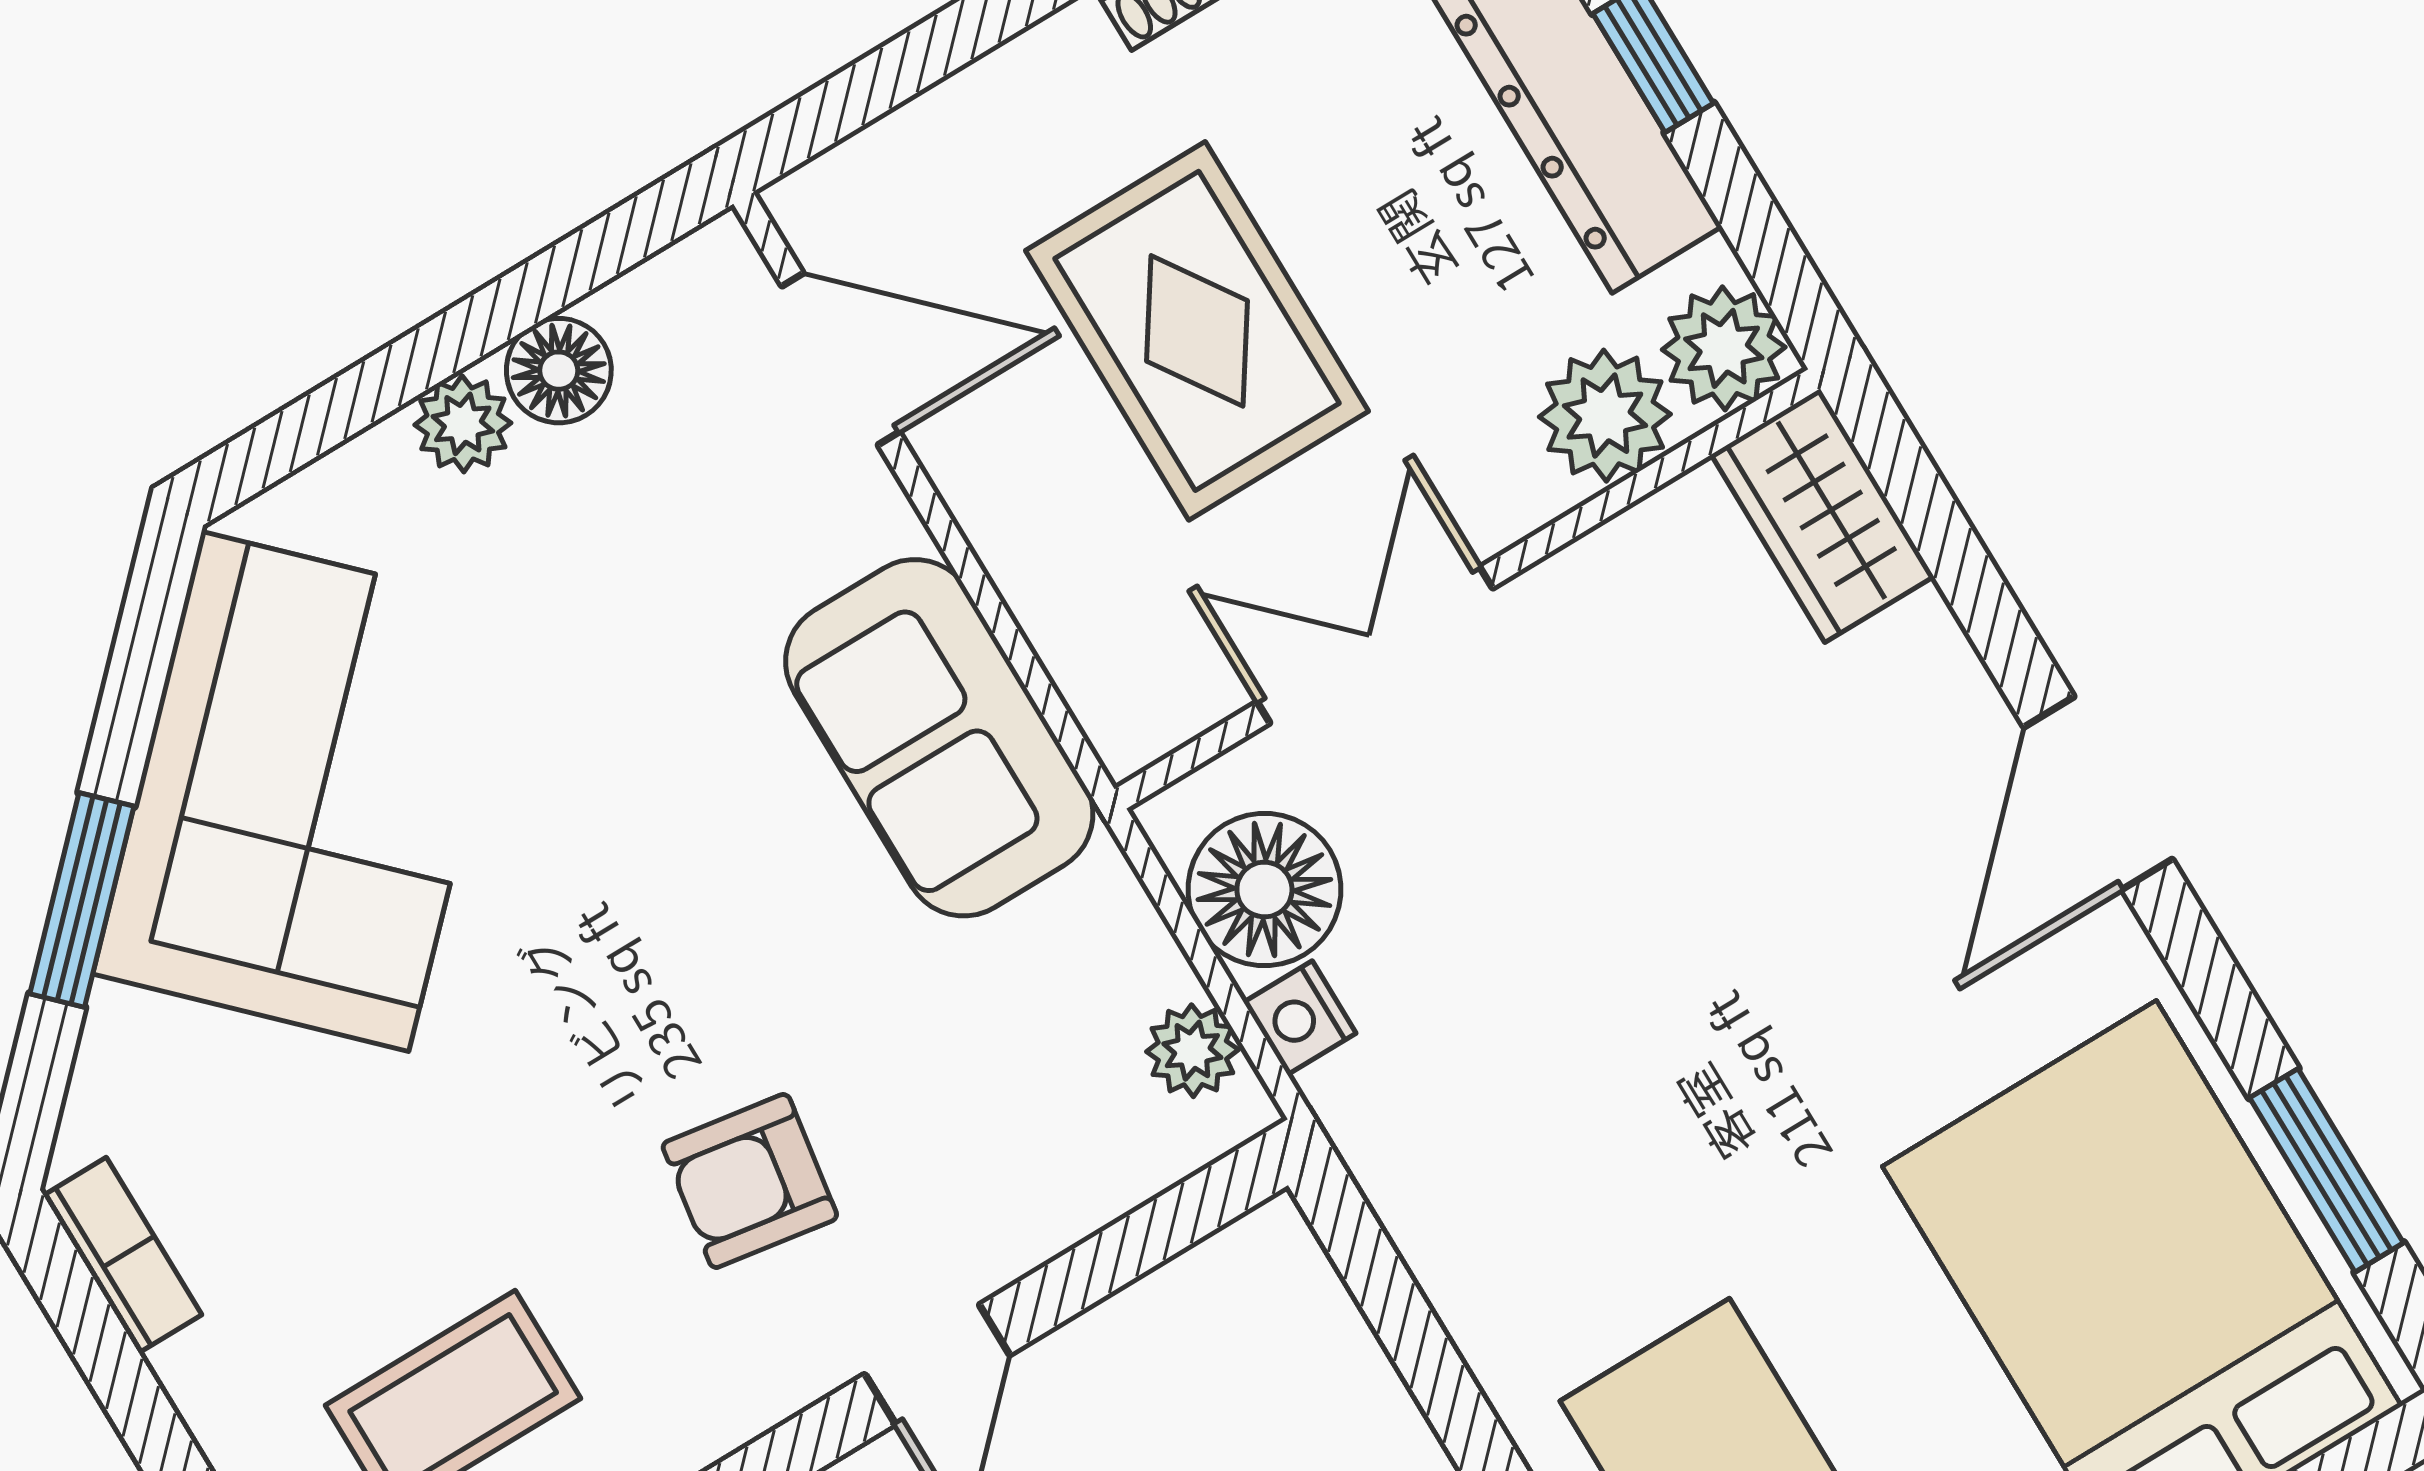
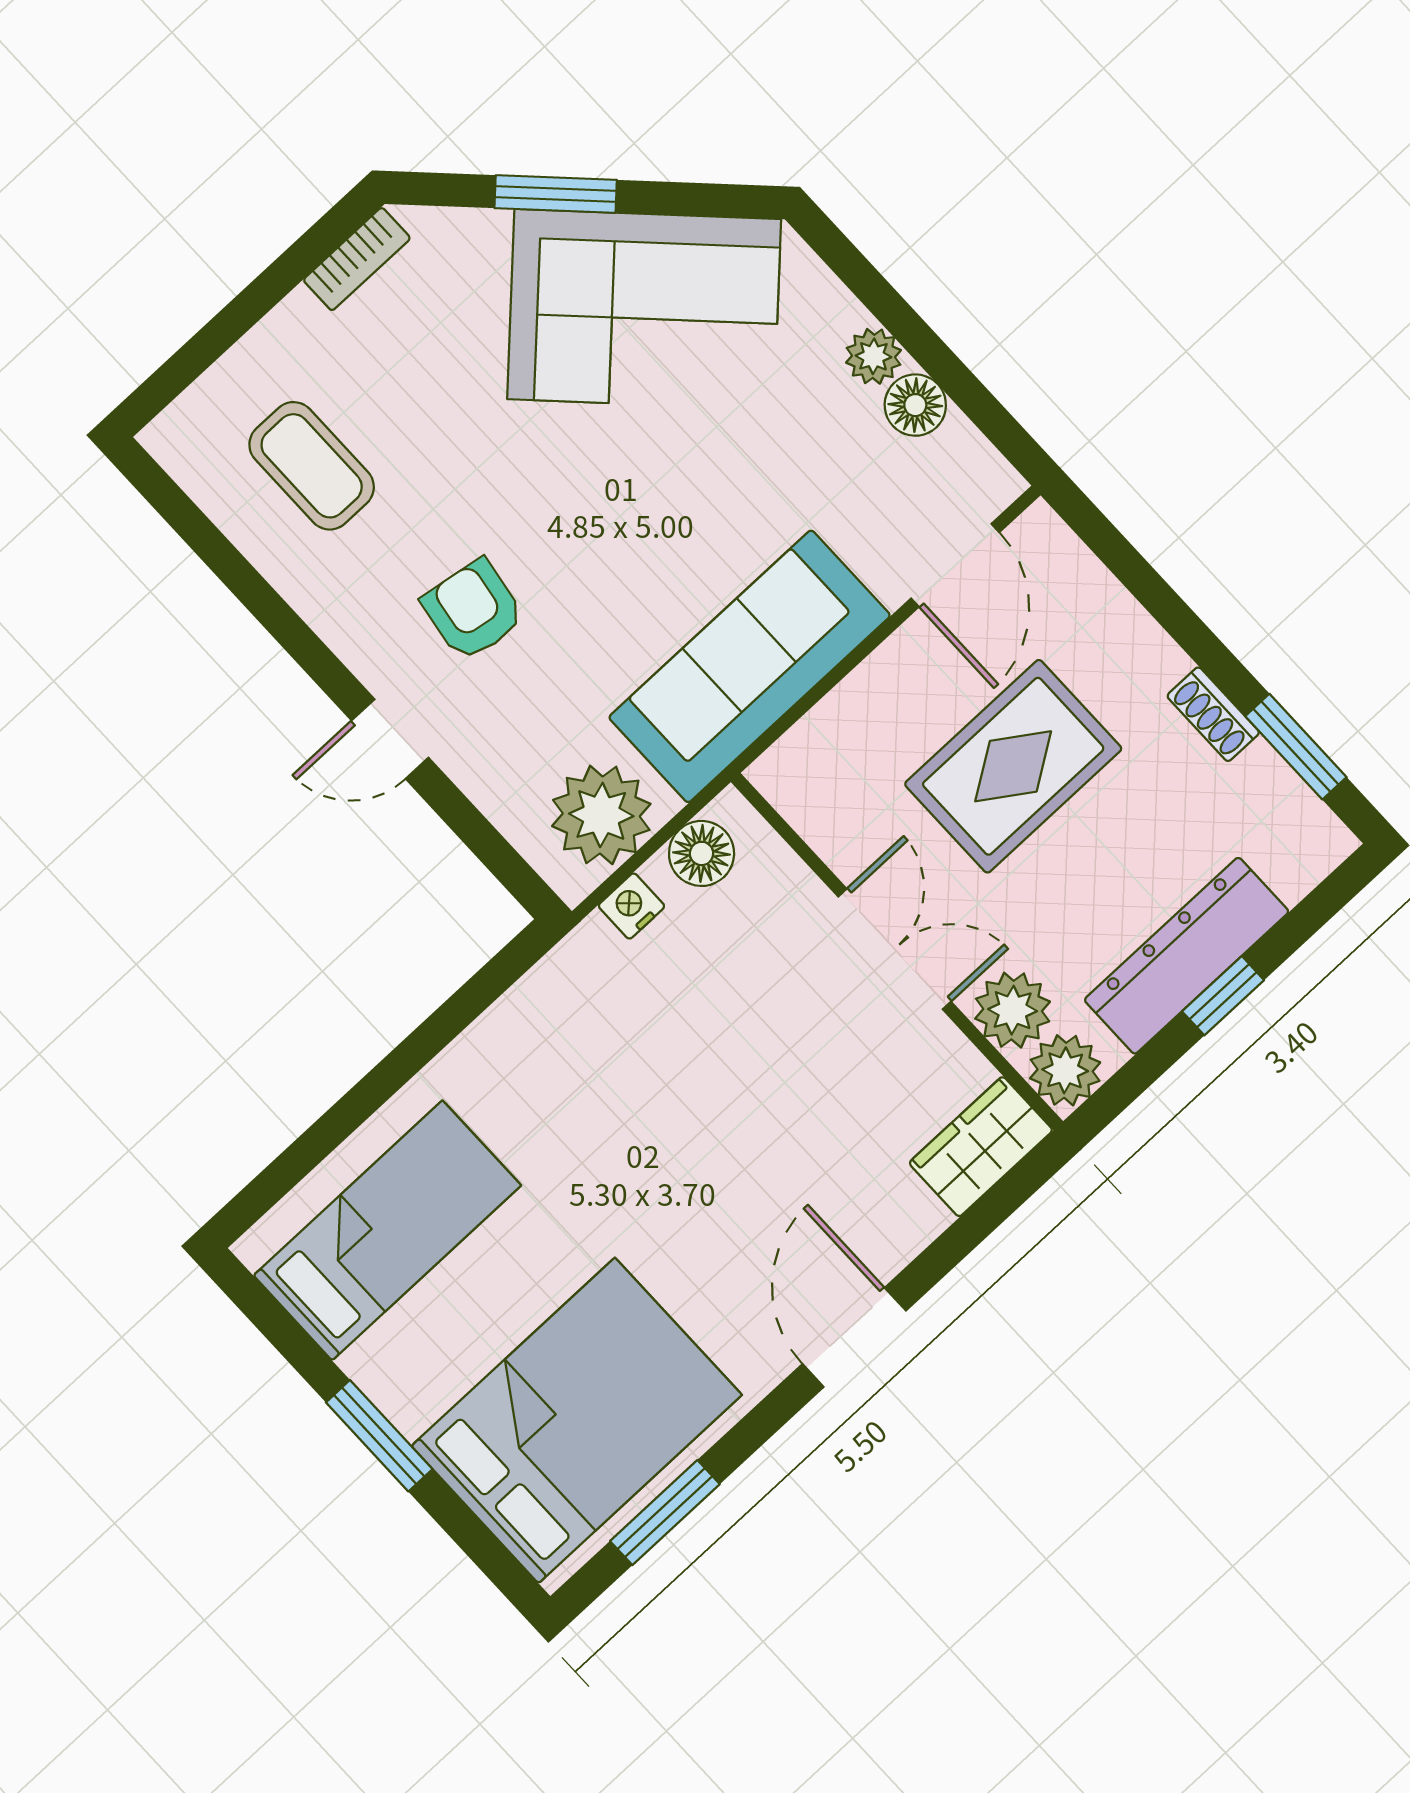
double door: (1375, 645) -> (895, 949), moved
sofa: (939, 738) -> (750, 666), width x1.36
door: (2098, 793) -> (854, 1337), hinge flipped
floor lamp: (1264, 890) -> (702, 853), width x0.73, depth x0.73
plant: (1192, 1051) -> (601, 815), width x1.87, depth x1.87

